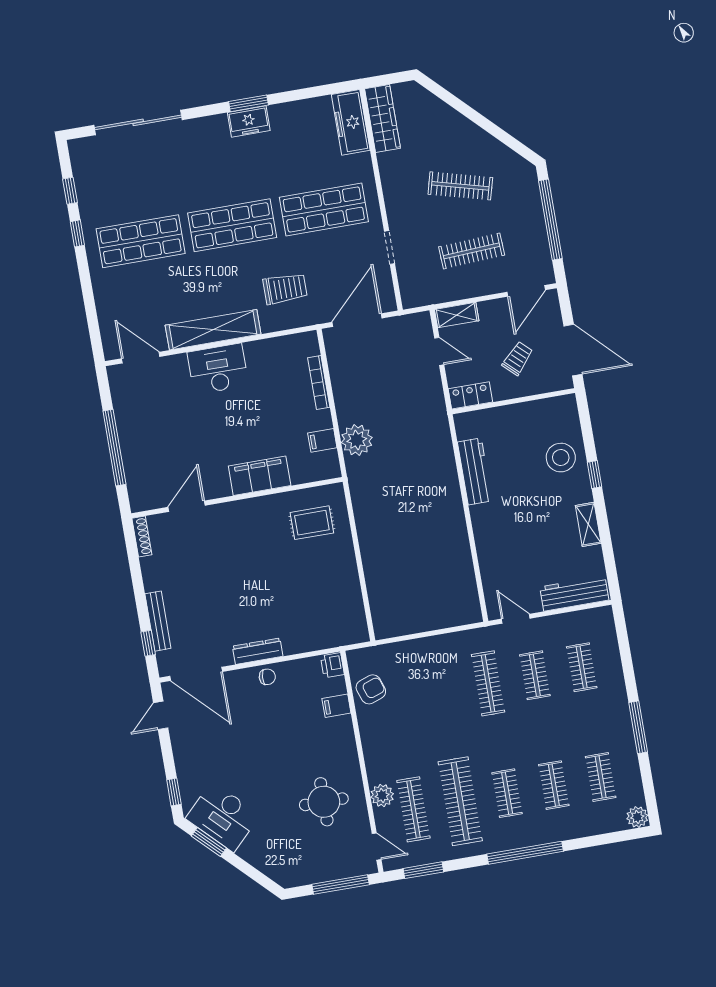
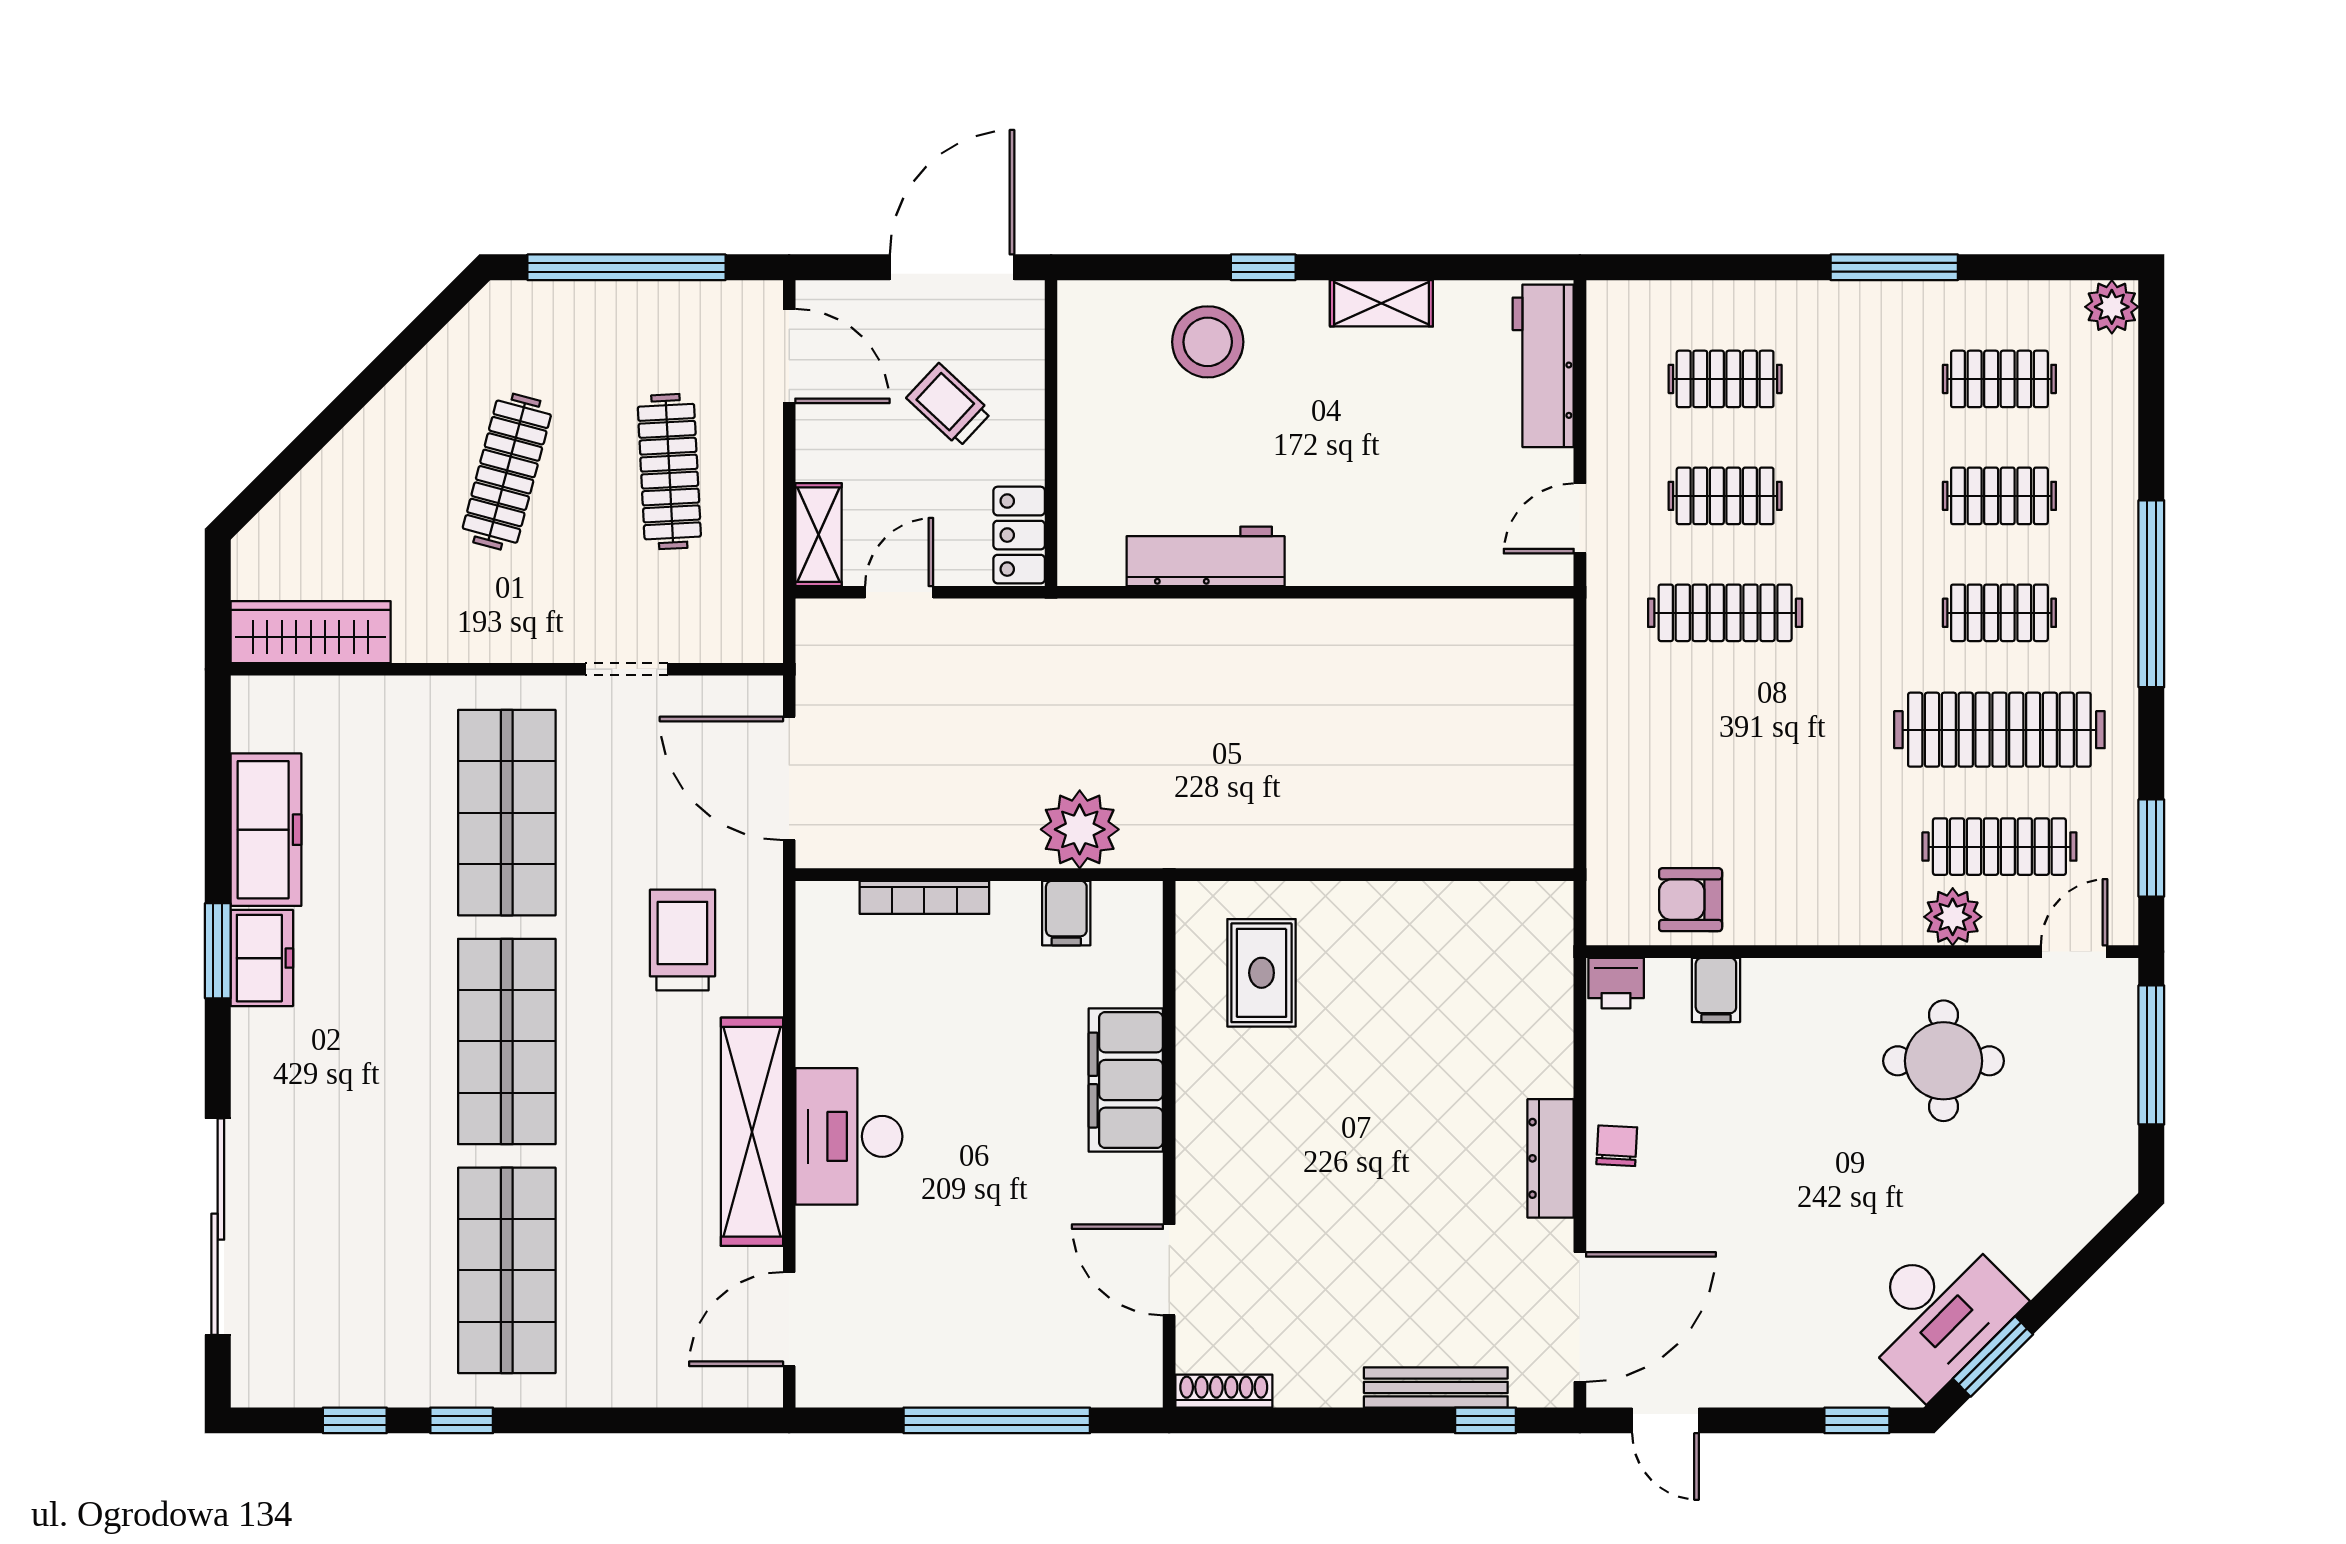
freezer: (351, 122) -> (266, 830), moved, turned -90
armchair: (371, 689) -> (1691, 900), turned -71

